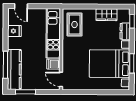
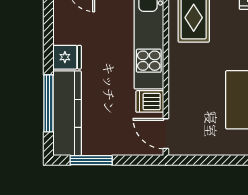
fridge: (14, 31) -> (67, 57), moved

